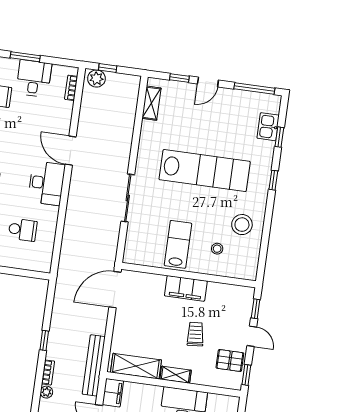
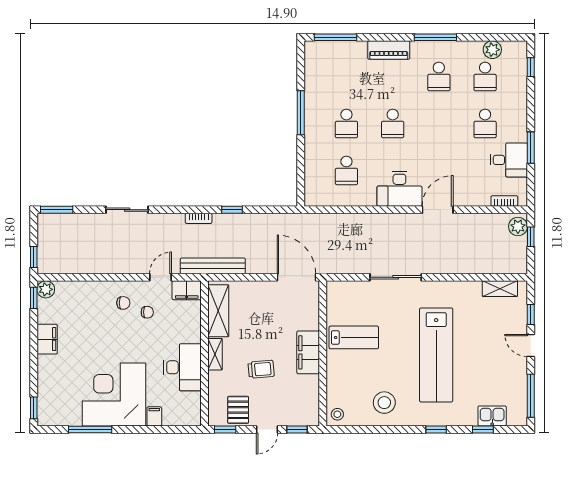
stool: (217, 249) -> (337, 414), moved
plant: (46, 392) -> (178, 220), removed

